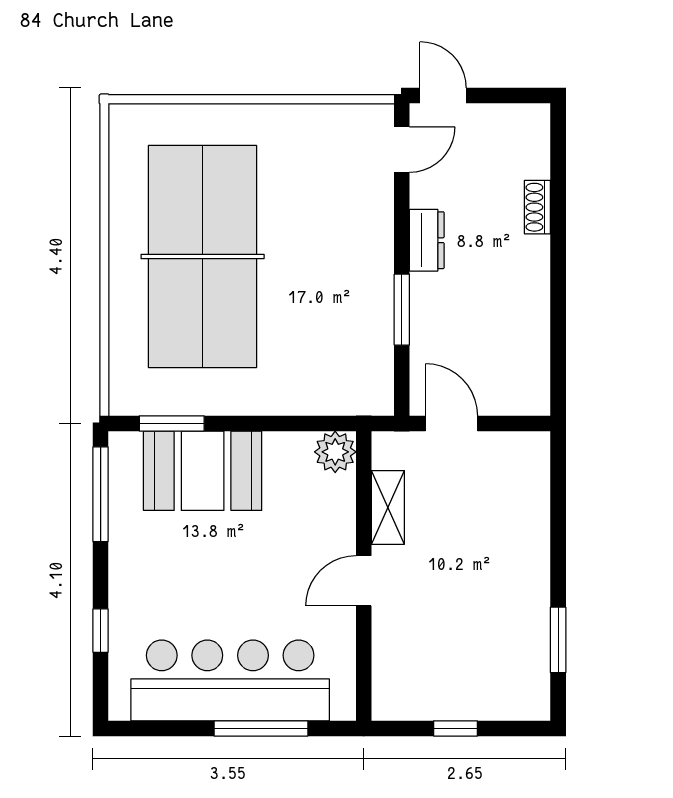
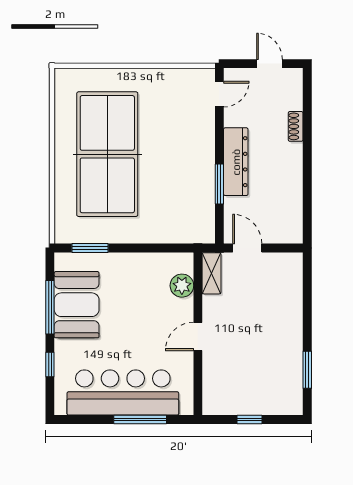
door: (443, 95) -> (269, 64), moved
dresser: (427, 240) -> (236, 162), width x1.96, depth x1.24
plant: (335, 452) -> (182, 286), moved
booth: (203, 471) -> (77, 305), moved, turned 90
window: (101, 494) -> (50, 307), moved
shelving: (388, 507) -> (212, 273), moved

